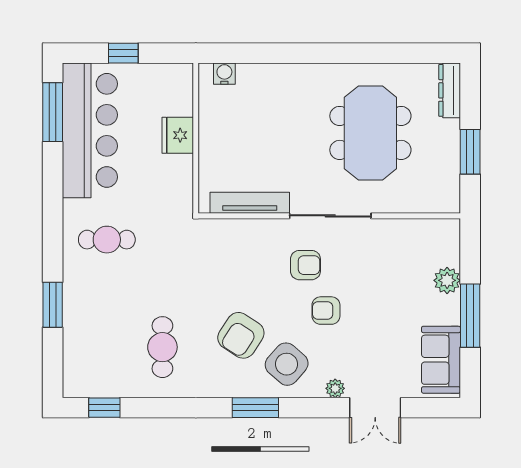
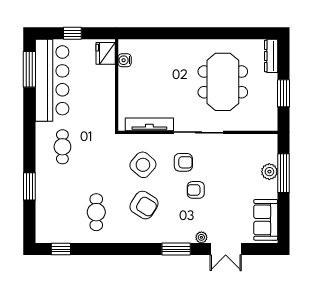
water cooler: (224, 74) -> (125, 60), moved, turned -90
fridge: (178, 135) -> (106, 53), moved
cafe table: (107, 240) -> (62, 147), turned 90
window: (470, 316) -> (284, 173), moved
armchair: (241, 335) -> (144, 205), turned -91
side table: (287, 364) -> (143, 165), moved
window: (255, 408) -> (176, 249), moved

